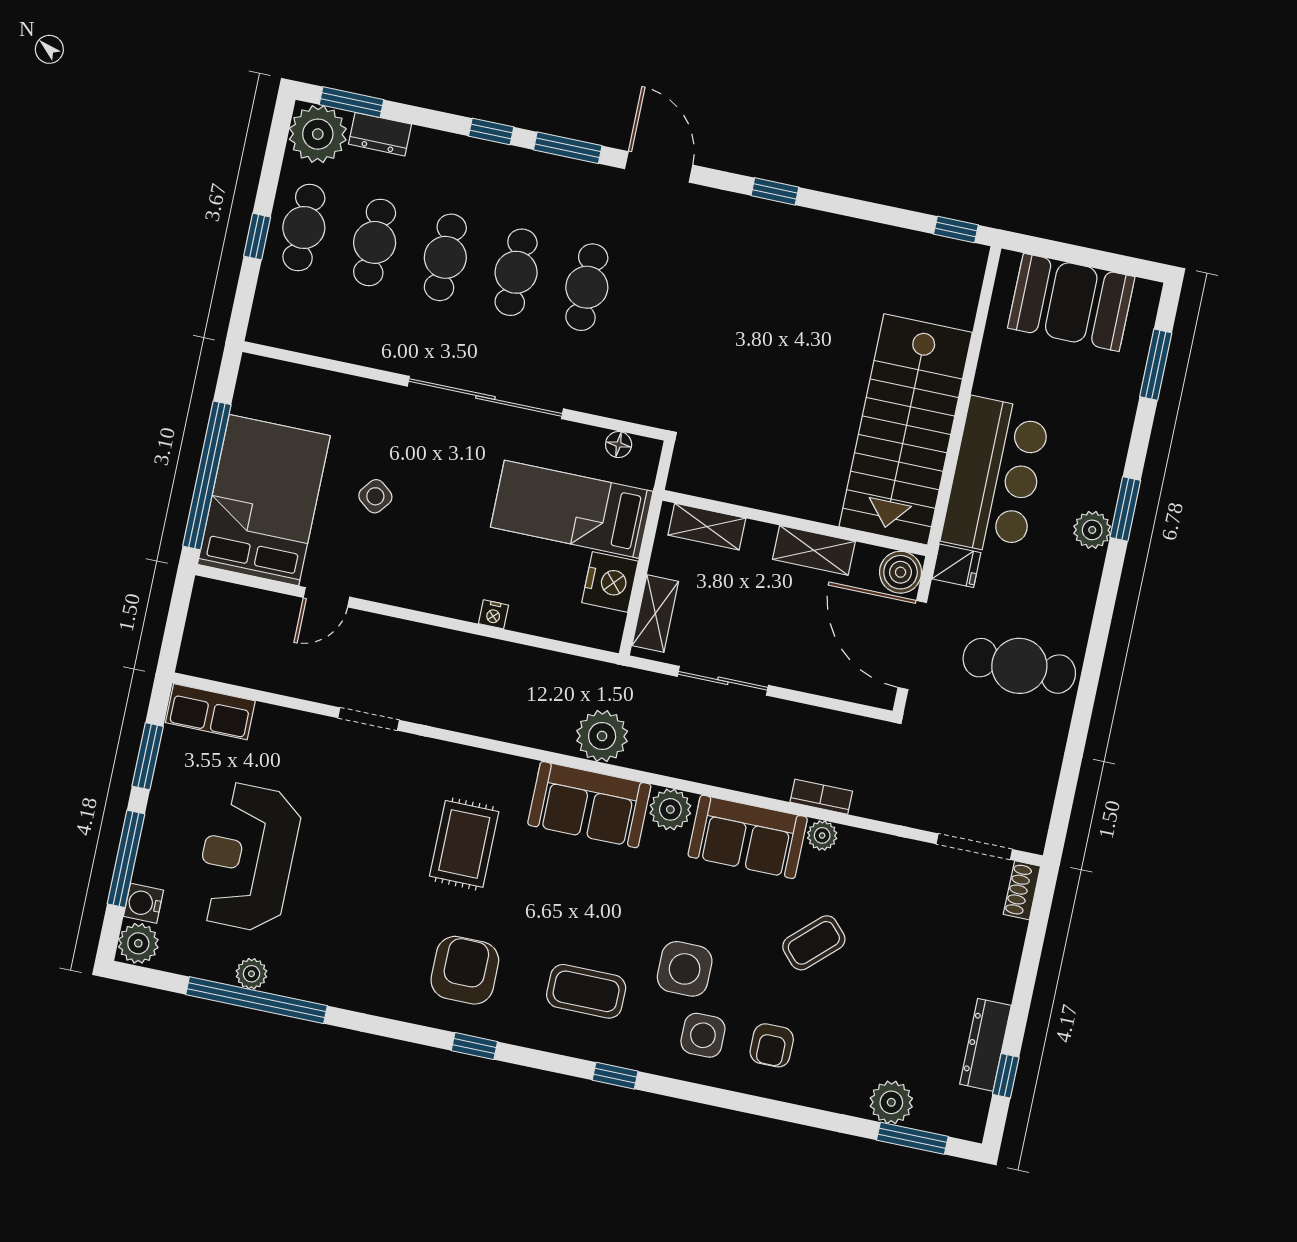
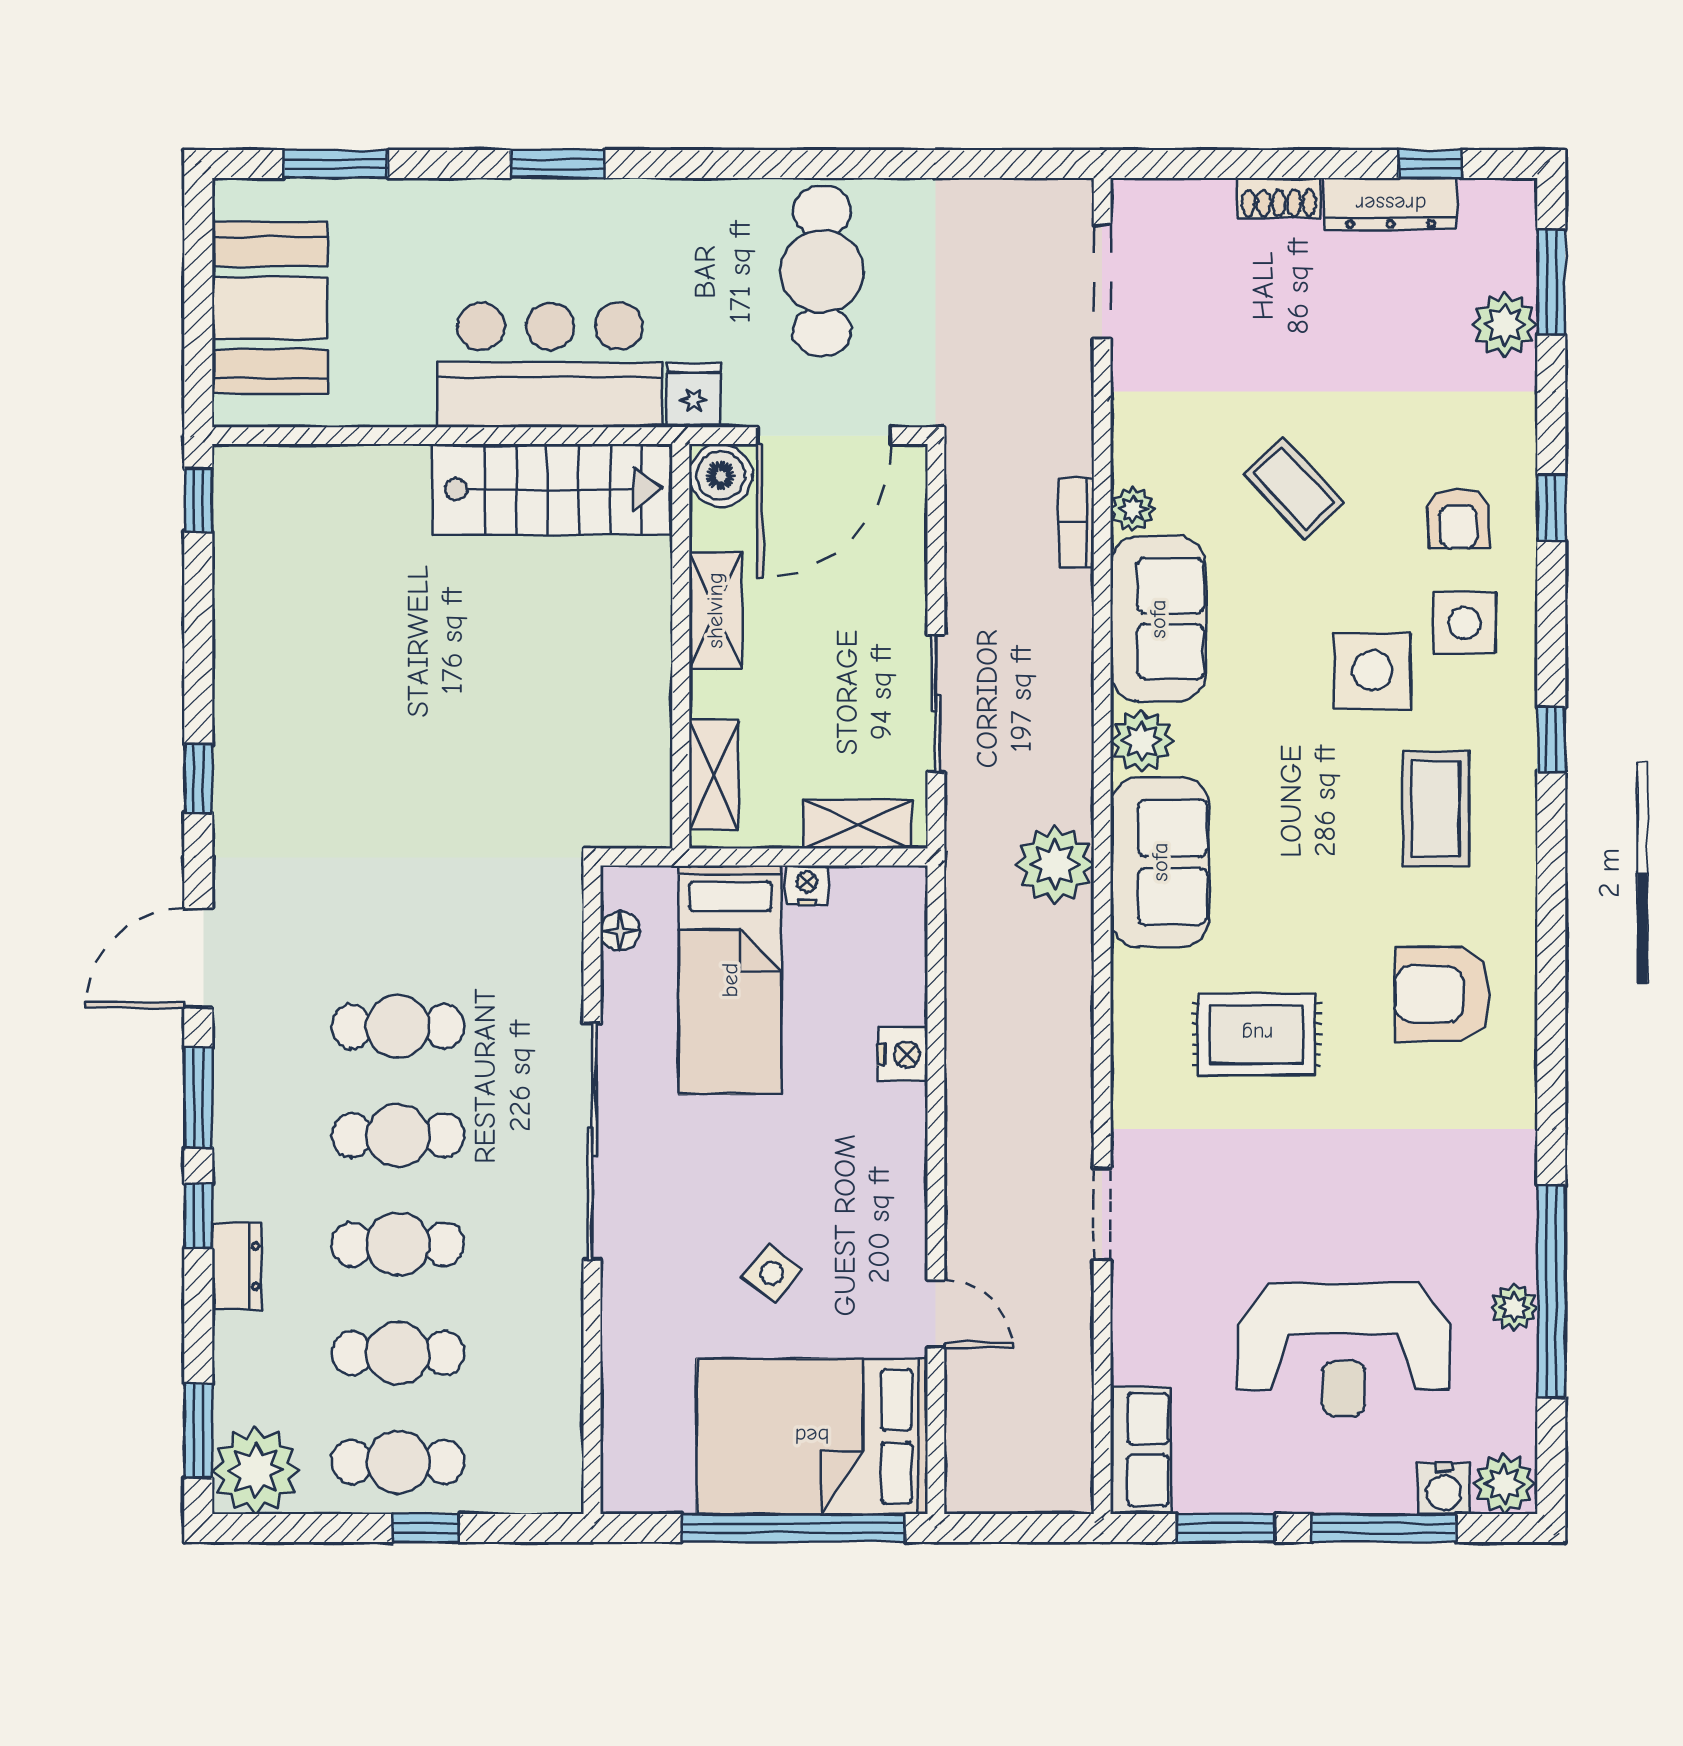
dresser: (380, 134) -> (237, 1266), moved
stairs: (906, 429) -> (552, 489), width x0.73, depth x0.66
plant: (1092, 530) -> (599, 206), removed
nightstand: (610, 582) -> (807, 885), width x0.53, depth x0.56
nightstand: (494, 614) -> (903, 1055), width x1.39, depth x1.35
shoe rack: (1022, 890) -> (1279, 198), moved
armchair: (772, 1045) -> (1458, 518), turned 88
window: (474, 1046) -> (1551, 507), moved

